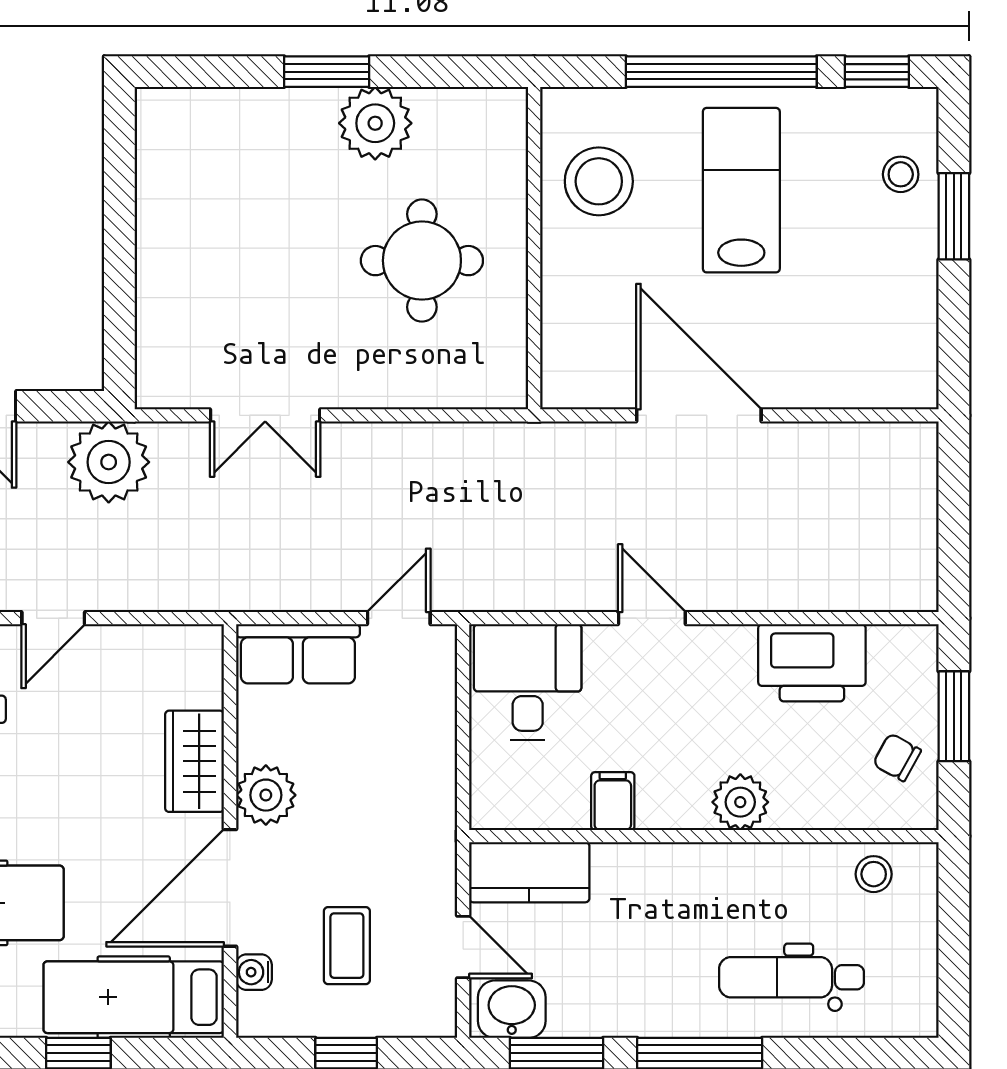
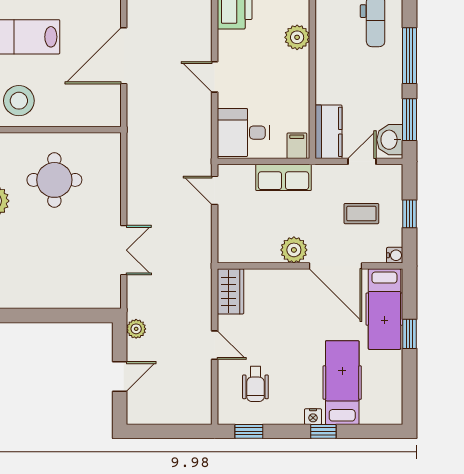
plant: (109, 462) -> (136, 329), width x0.53, depth x0.53
door: (652, 618) -> (215, 77), hinge flipped
row of seats: (298, 654) -> (283, 177), moved, turned 90
wardrobe: (194, 761) -> (231, 291), moved, turned -90
filing cabinet: (613, 801) -> (297, 146), moved, turned 90
water cooler: (254, 972) -> (395, 255), moved, turned -90

